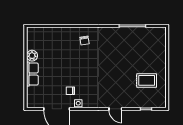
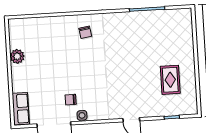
row of seats: (32, 74) -> (21, 109), moved
rug: (147, 80) -> (170, 80), turned 90

